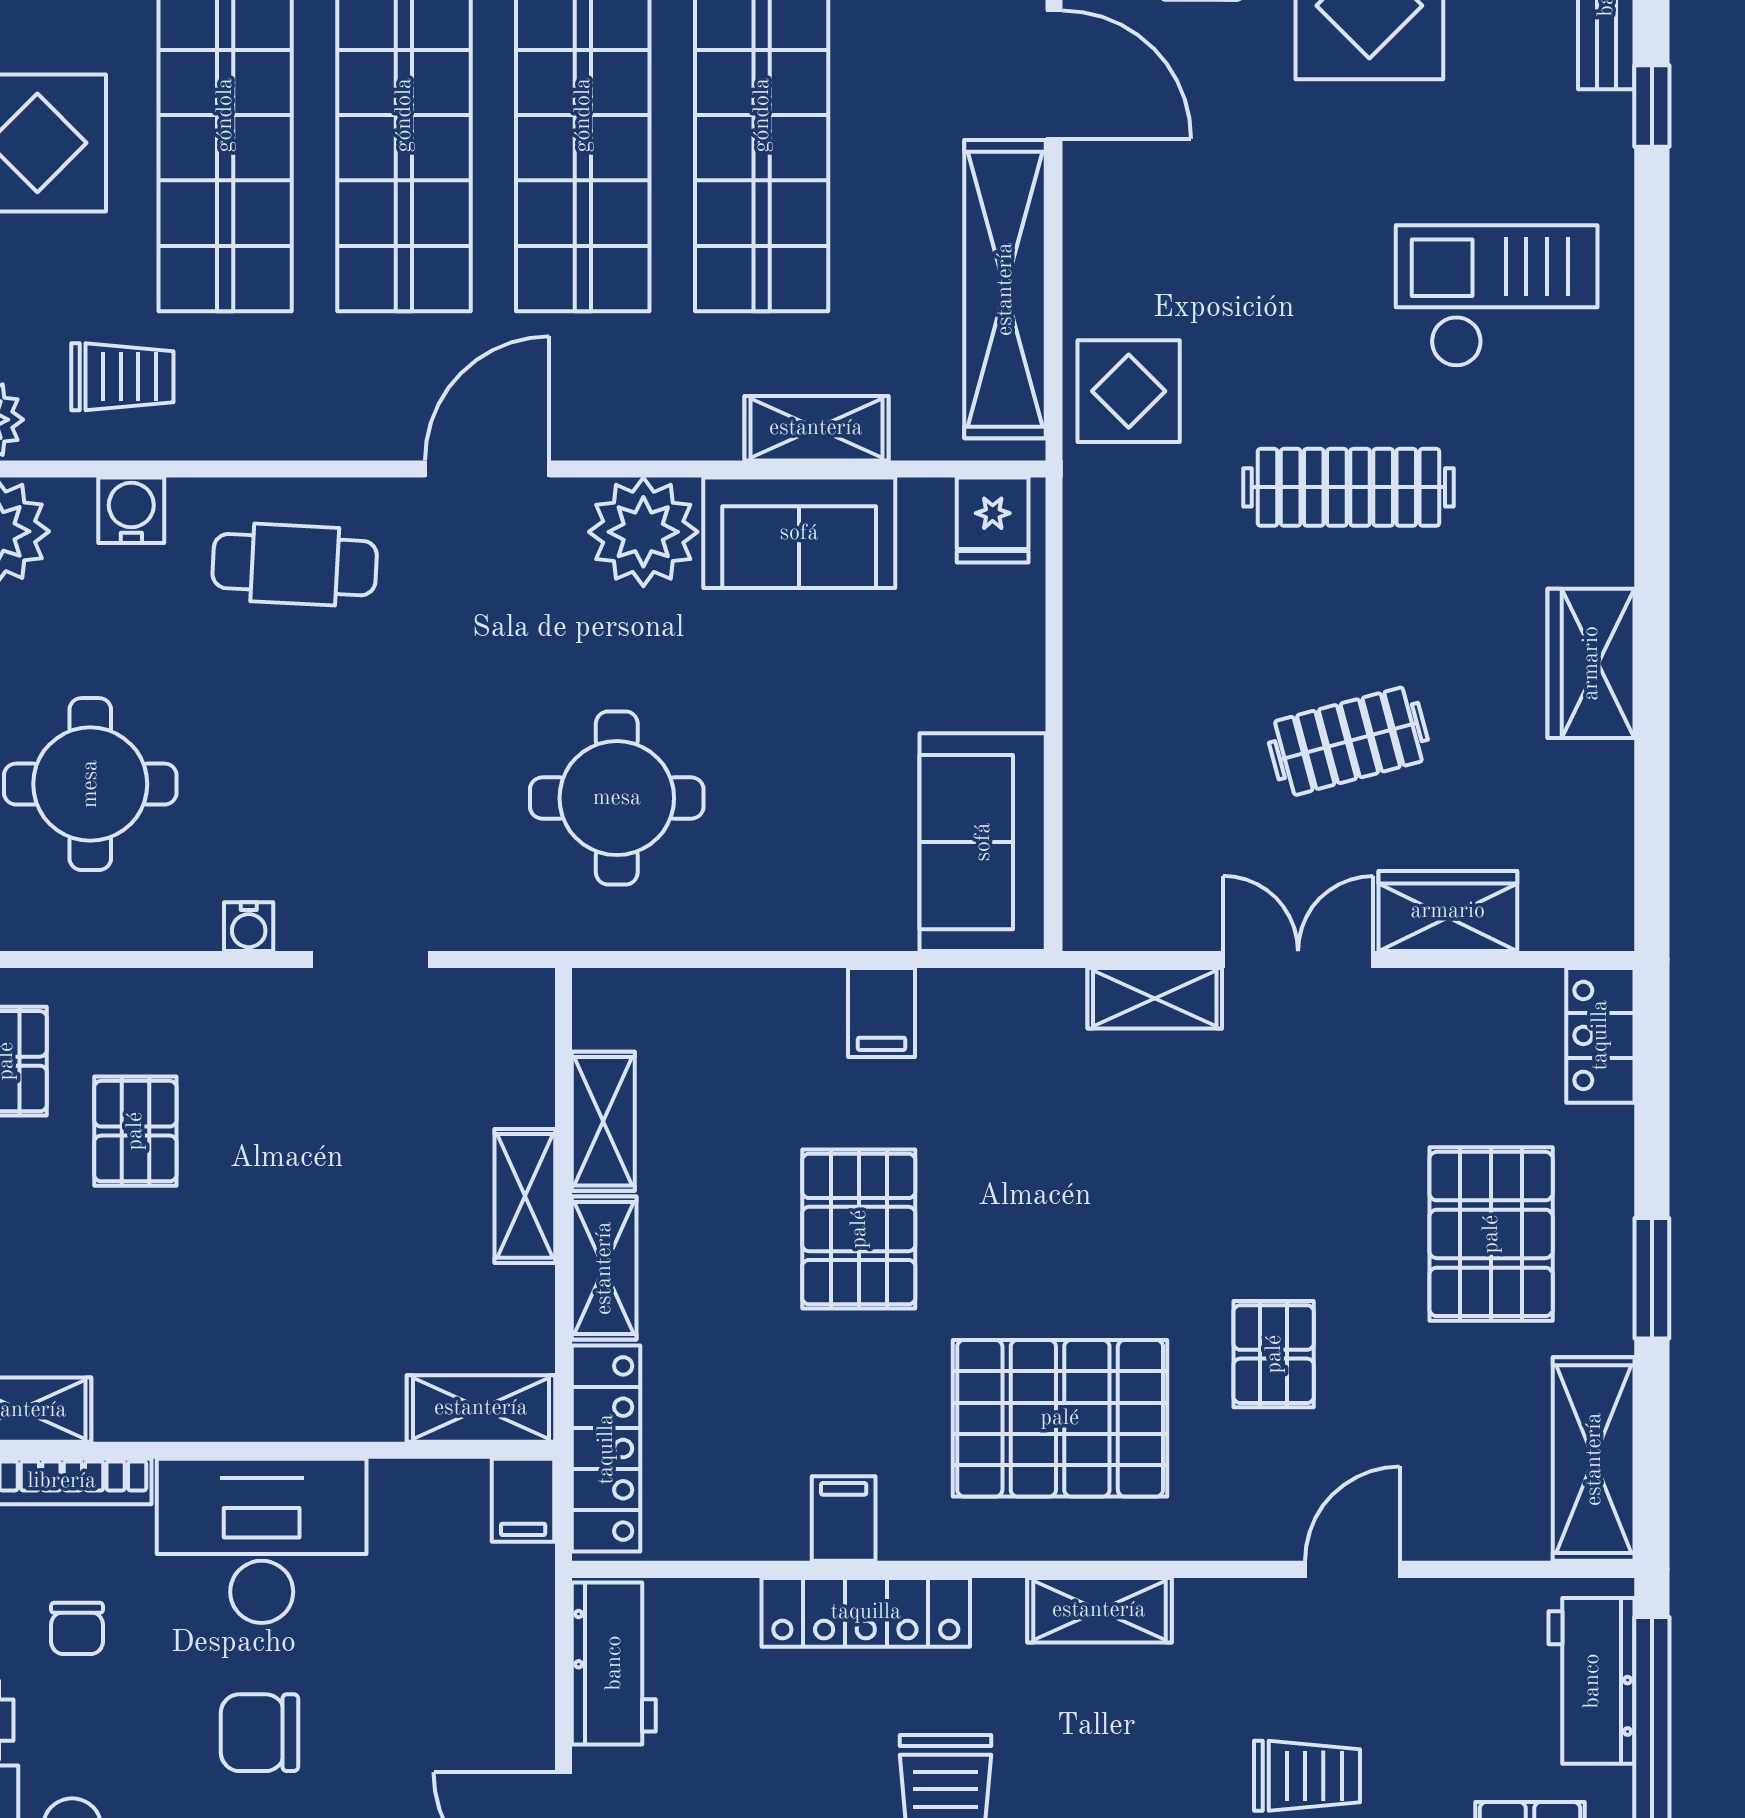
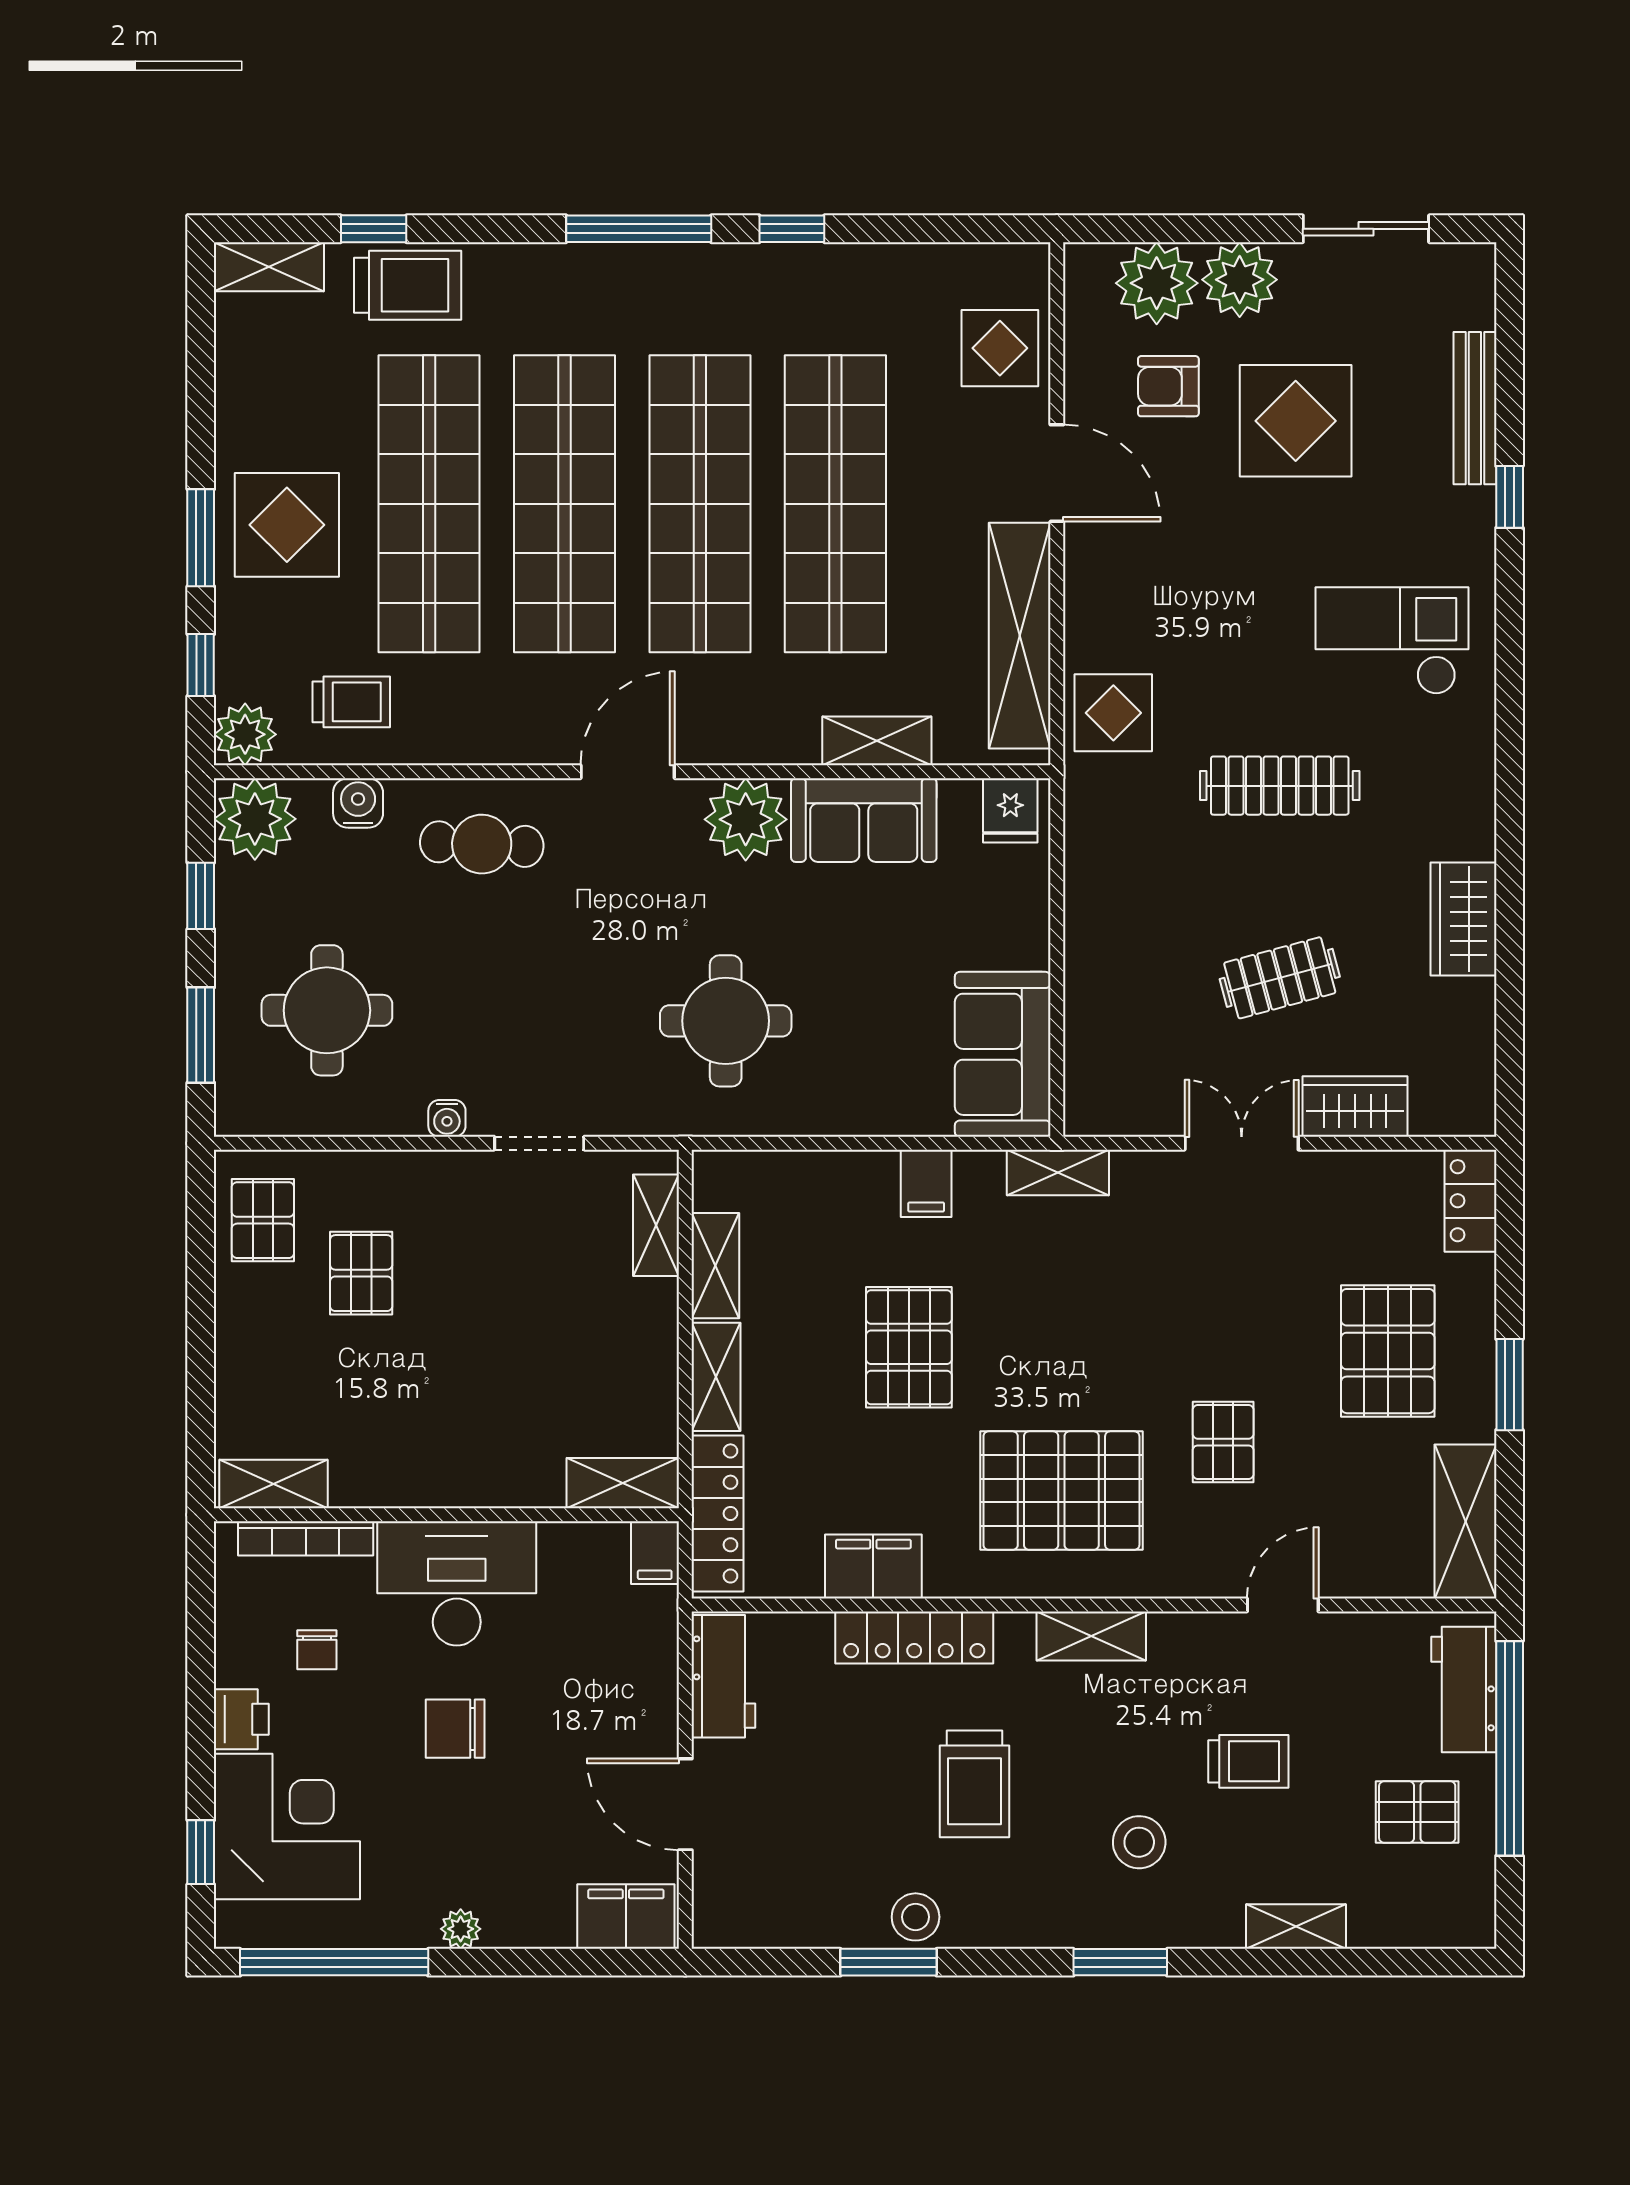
shelving: (1155, 998) -> (1058, 1173), moved
shelving: (525, 1196) -> (656, 1225), moved
filing cabinet: (844, 1519) -> (873, 1567), width x2.00

